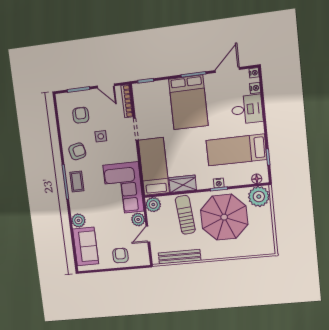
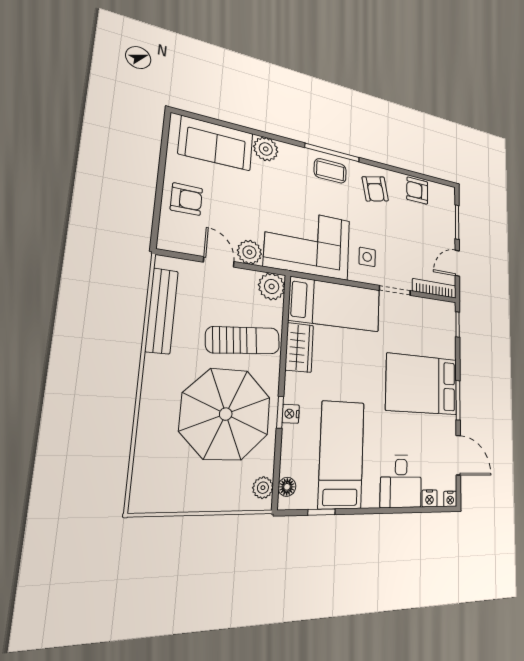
armchair: (81, 115) -> (417, 191), moved, turned 180
side table: (101, 136) -> (367, 257), moved
plant: (259, 197) -> (263, 488), width x0.53, depth x0.53

